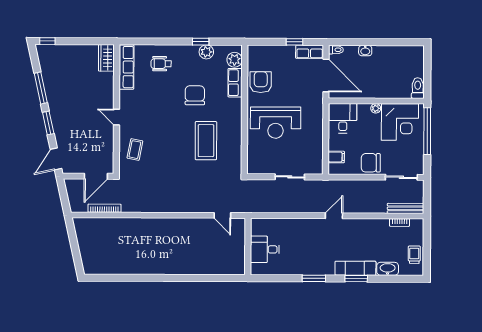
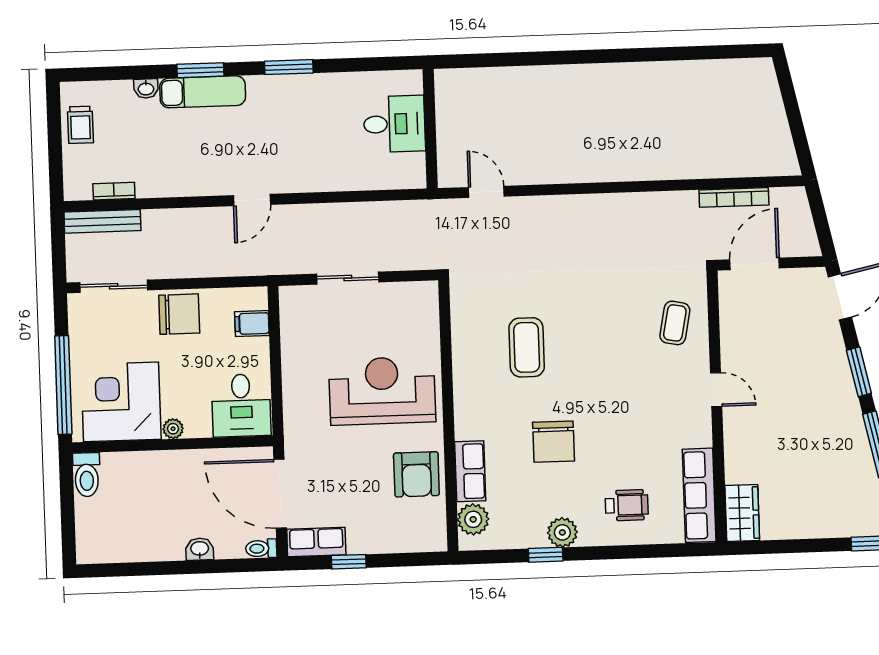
plant: (206, 52) -> (562, 532), moved
coffee table: (206, 141) -> (527, 347), width x0.73, depth x0.76
washbasin: (388, 269) -> (146, 88), width x0.52, depth x0.69

